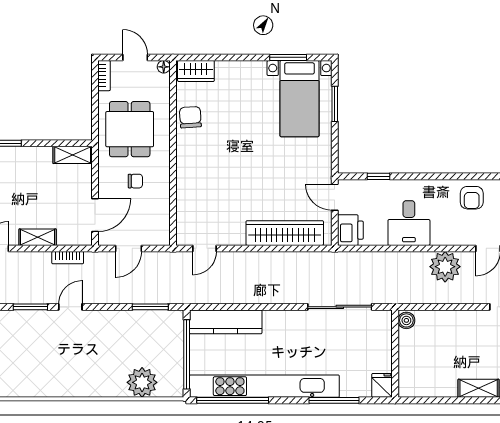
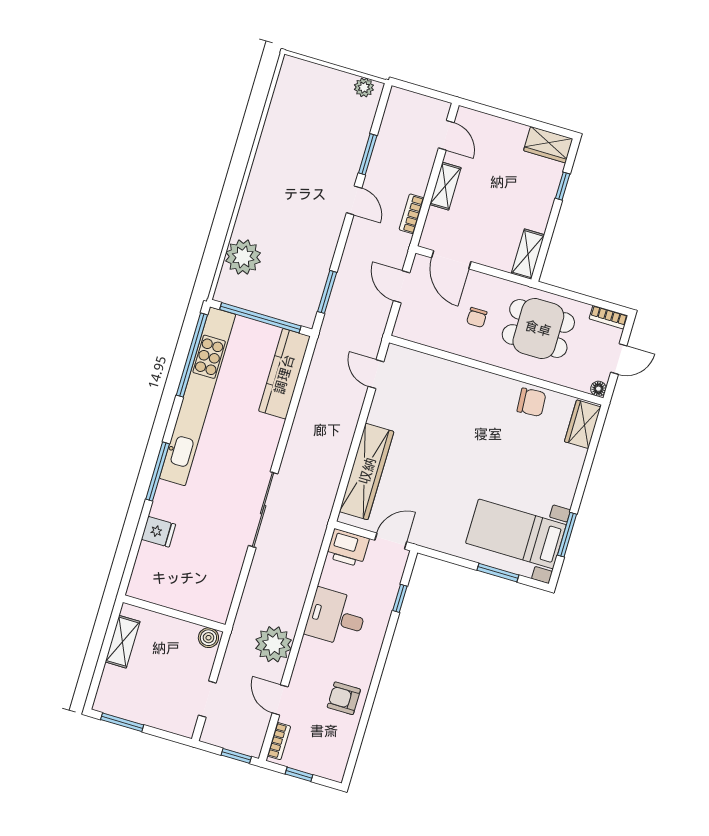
boiler: (406, 320) -> (208, 638), moved
wall: (395, 354) -> (174, 613), moved

